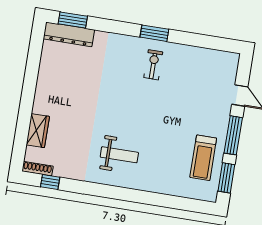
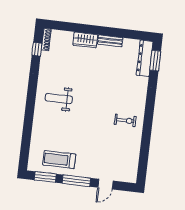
window: (154, 33) -> (148, 120), removed
bench: (43, 81) -> (110, 41), added
wardrobe: (38, 131) -> (85, 40), moved
weight bench: (119, 155) -> (59, 99), turned 90

